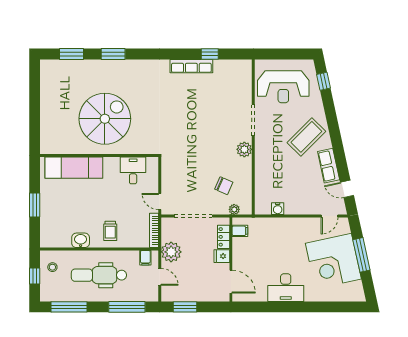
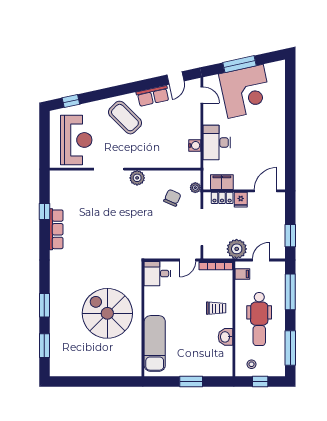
desk: (133, 170) -> (157, 274), moved
filing cabinet: (240, 231) -> (222, 182), width x2.00
desk: (286, 288) -> (217, 142), moved, turned 180

